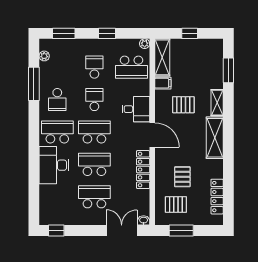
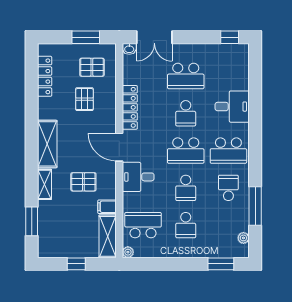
window: (107, 33) -> (171, 264), removed
school desk: (94, 164) -> (186, 113), width x0.54
desk: (54, 165) -> (232, 107), width x0.73

